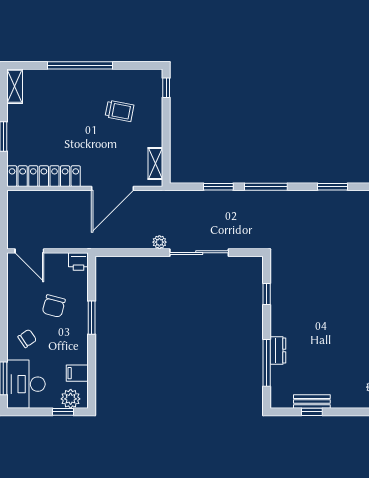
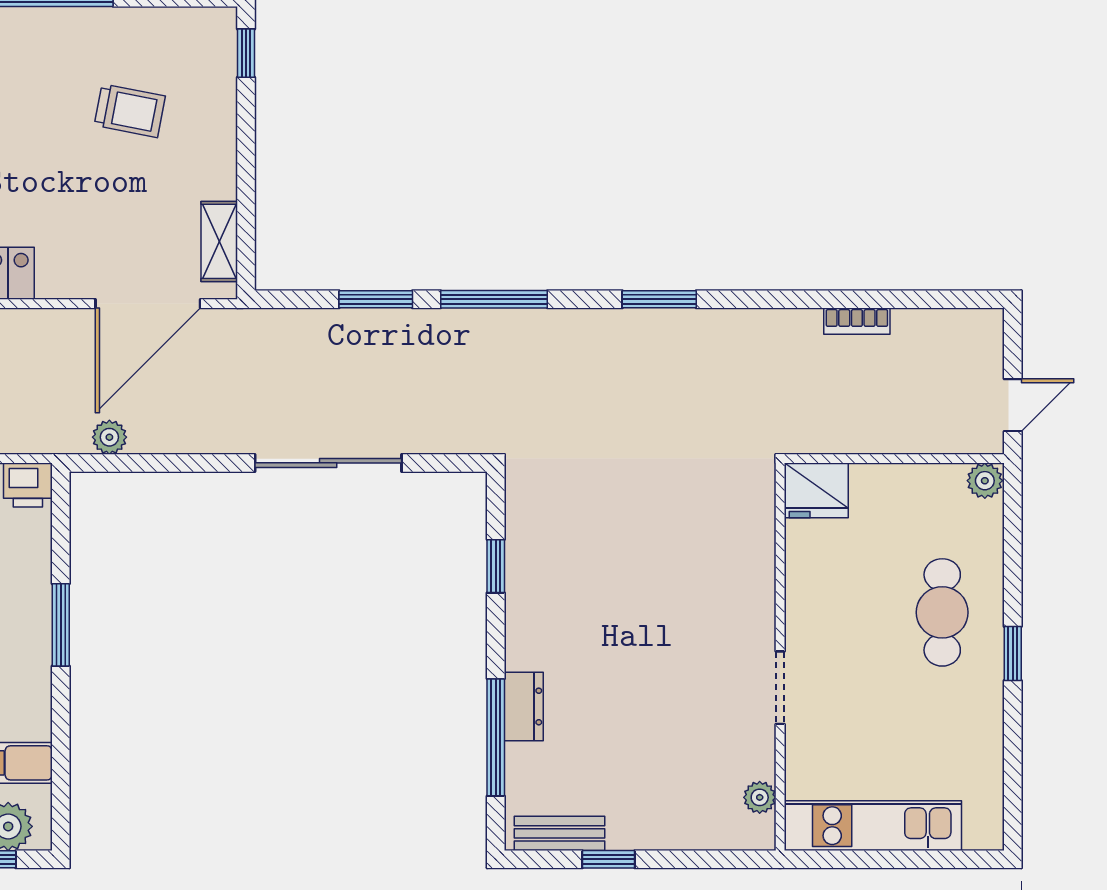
door: (112, 188) -> (148, 304), moved
plant: (159, 242) -> (109, 437), moved
bench: (312, 402) -> (559, 833), moved

